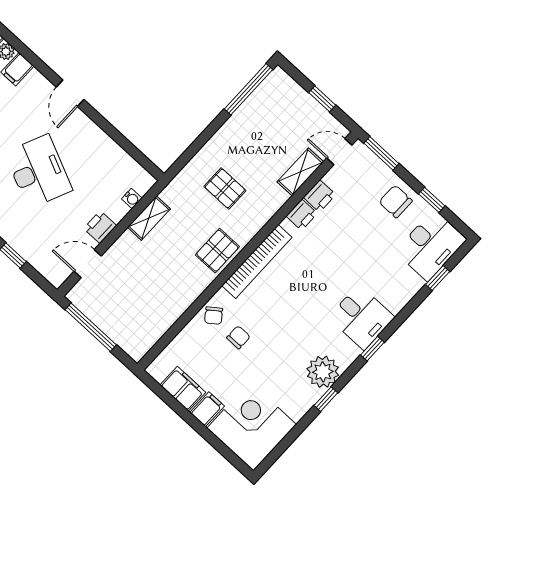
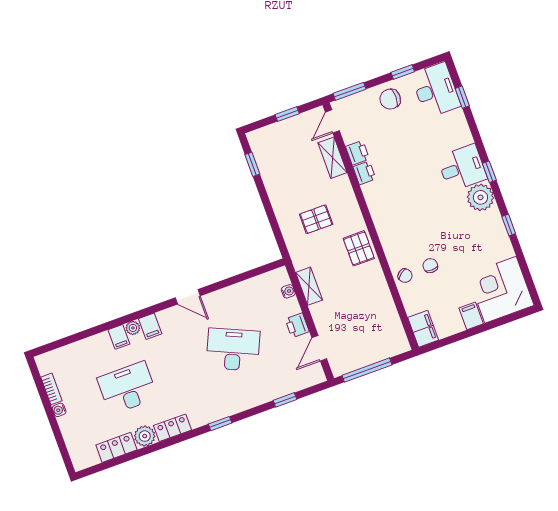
window: (249, 89) -> (252, 164), width x0.46
bookcase: (257, 262) -> (382, 223), removed
plant: (323, 372) -> (480, 197), moved
filing cabinet: (183, 389) -> (423, 329), moved, turned 90

